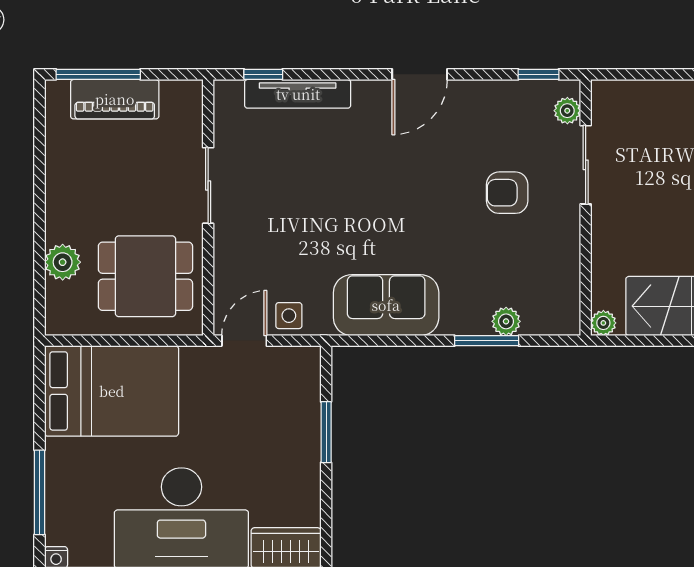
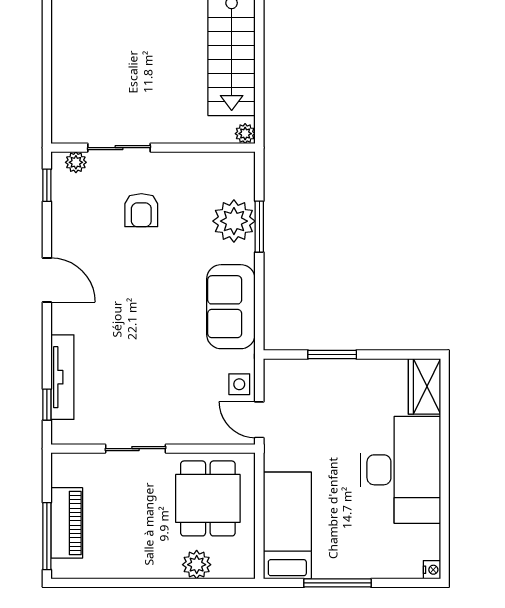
plant: (506, 321) -> (234, 221), width x1.87, depth x1.87
bed: (112, 391) -> (287, 525), width x0.67
window: (40, 492) -> (337, 583), moved

